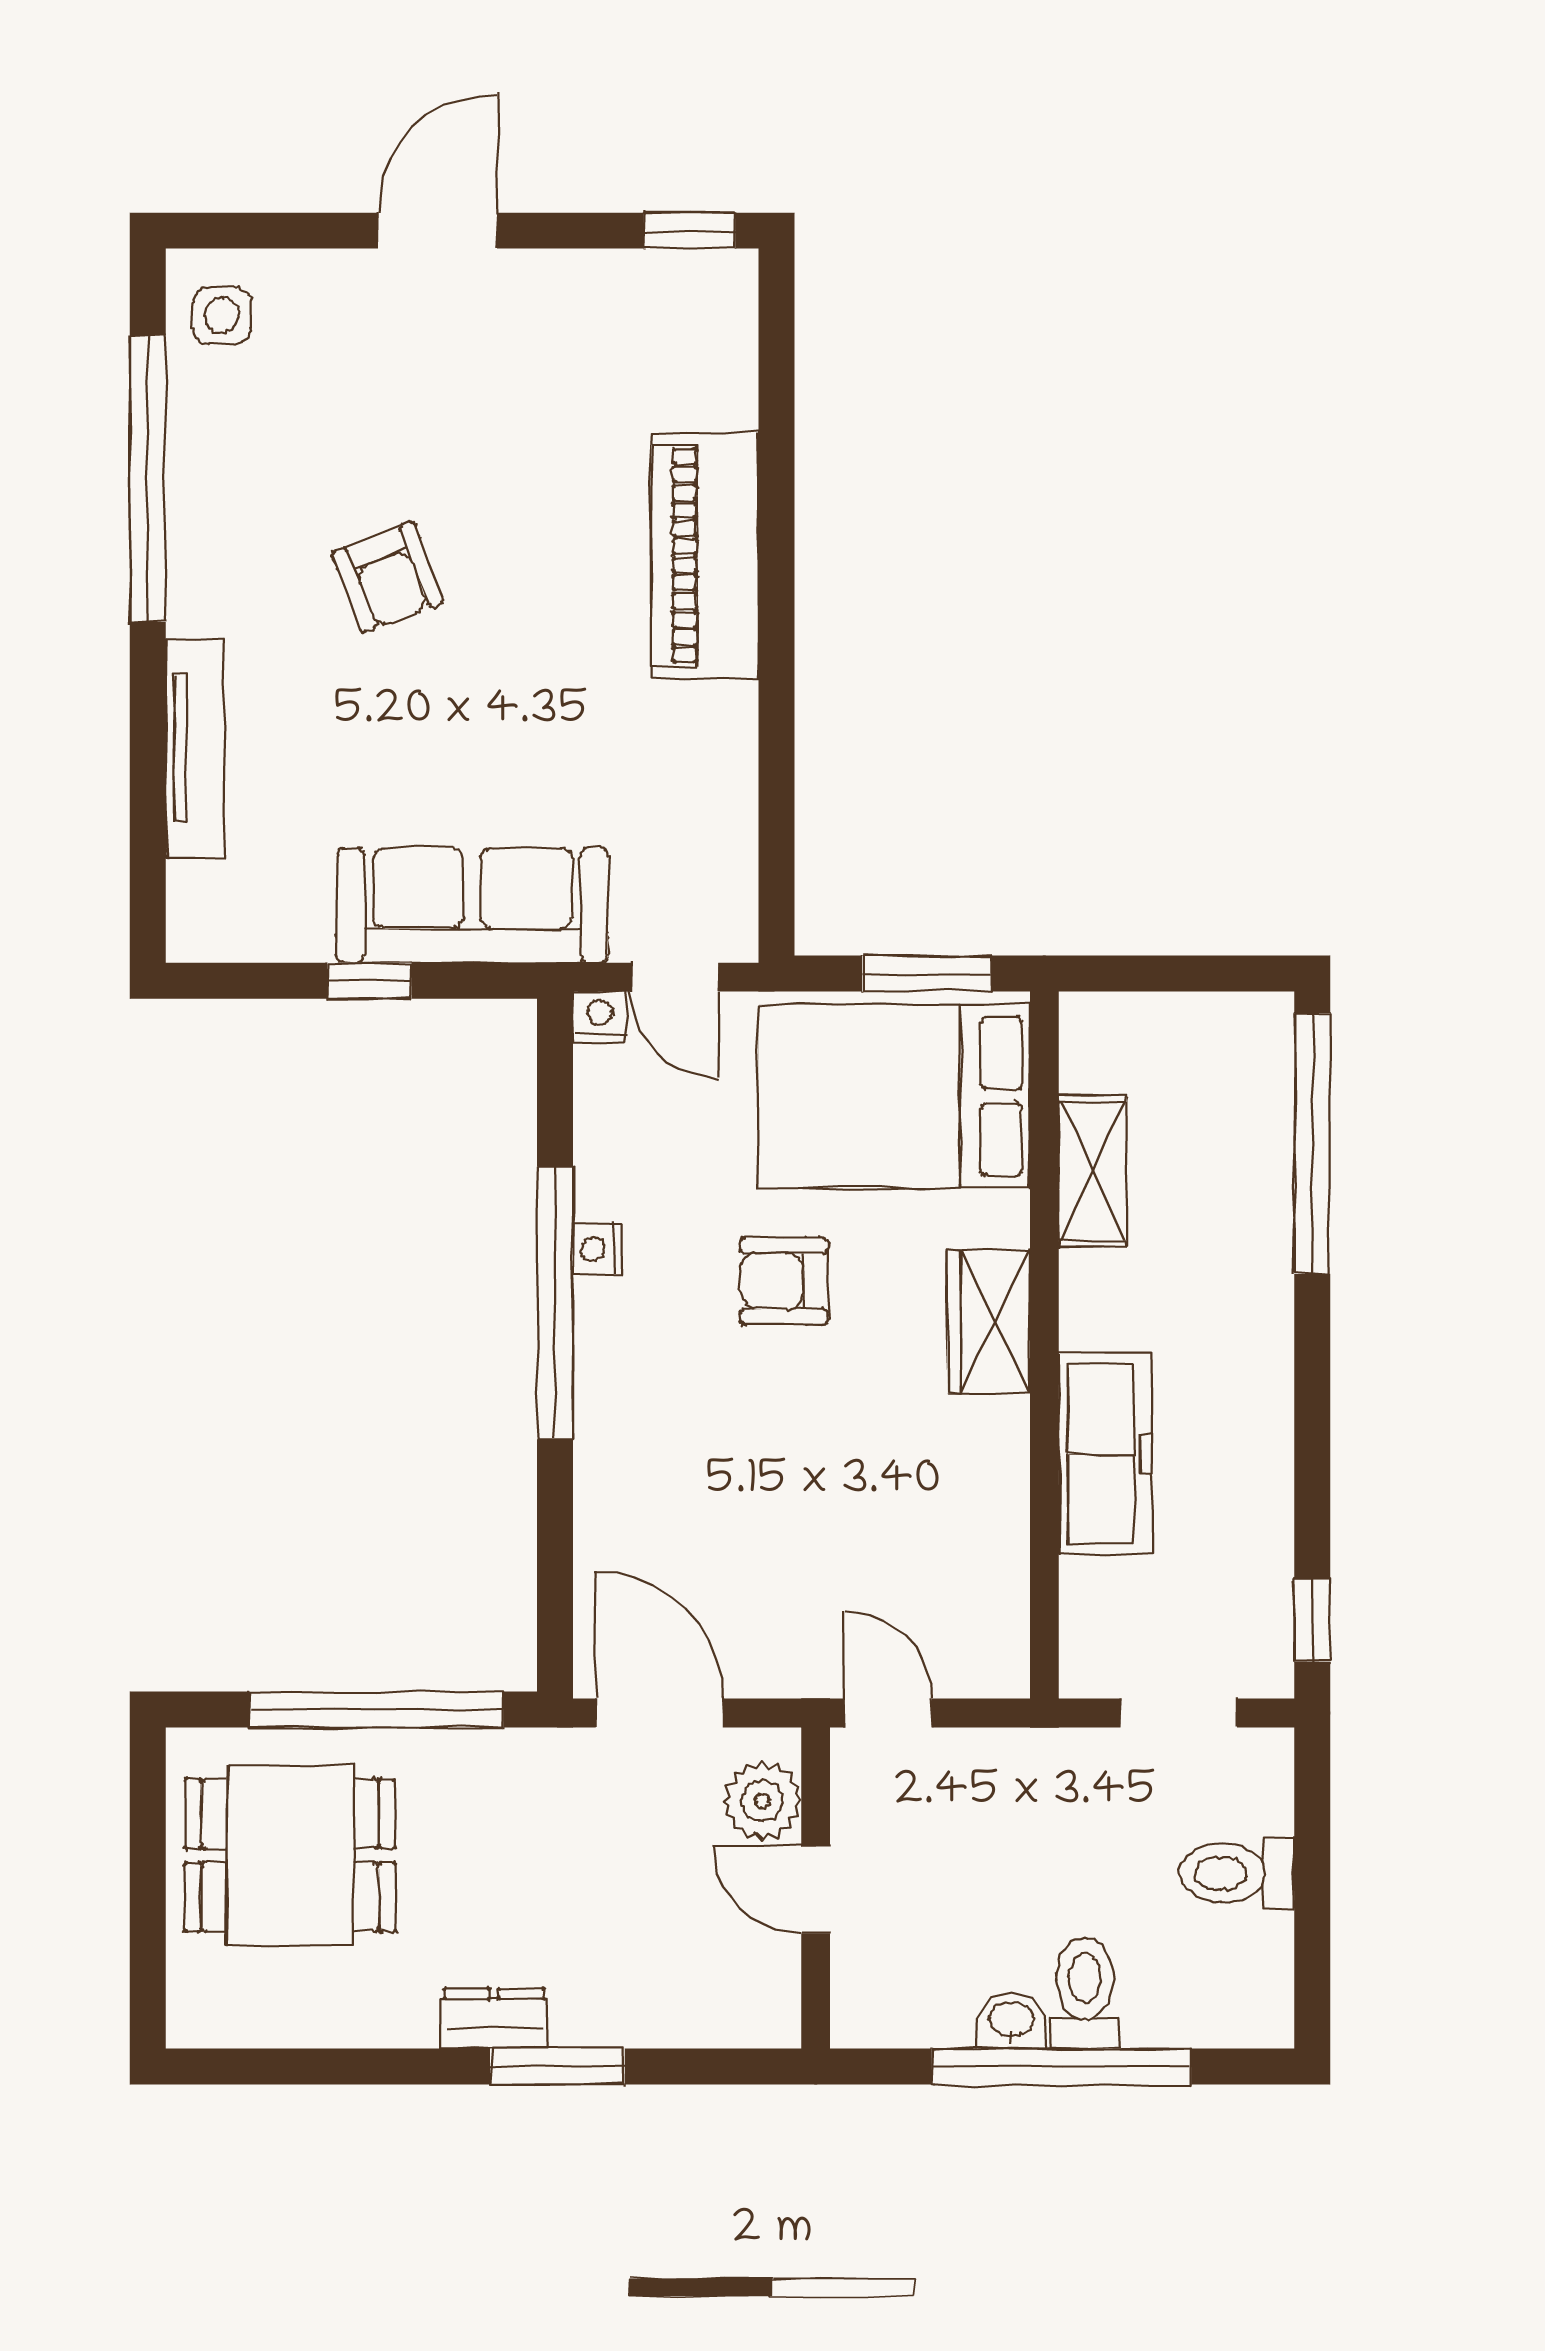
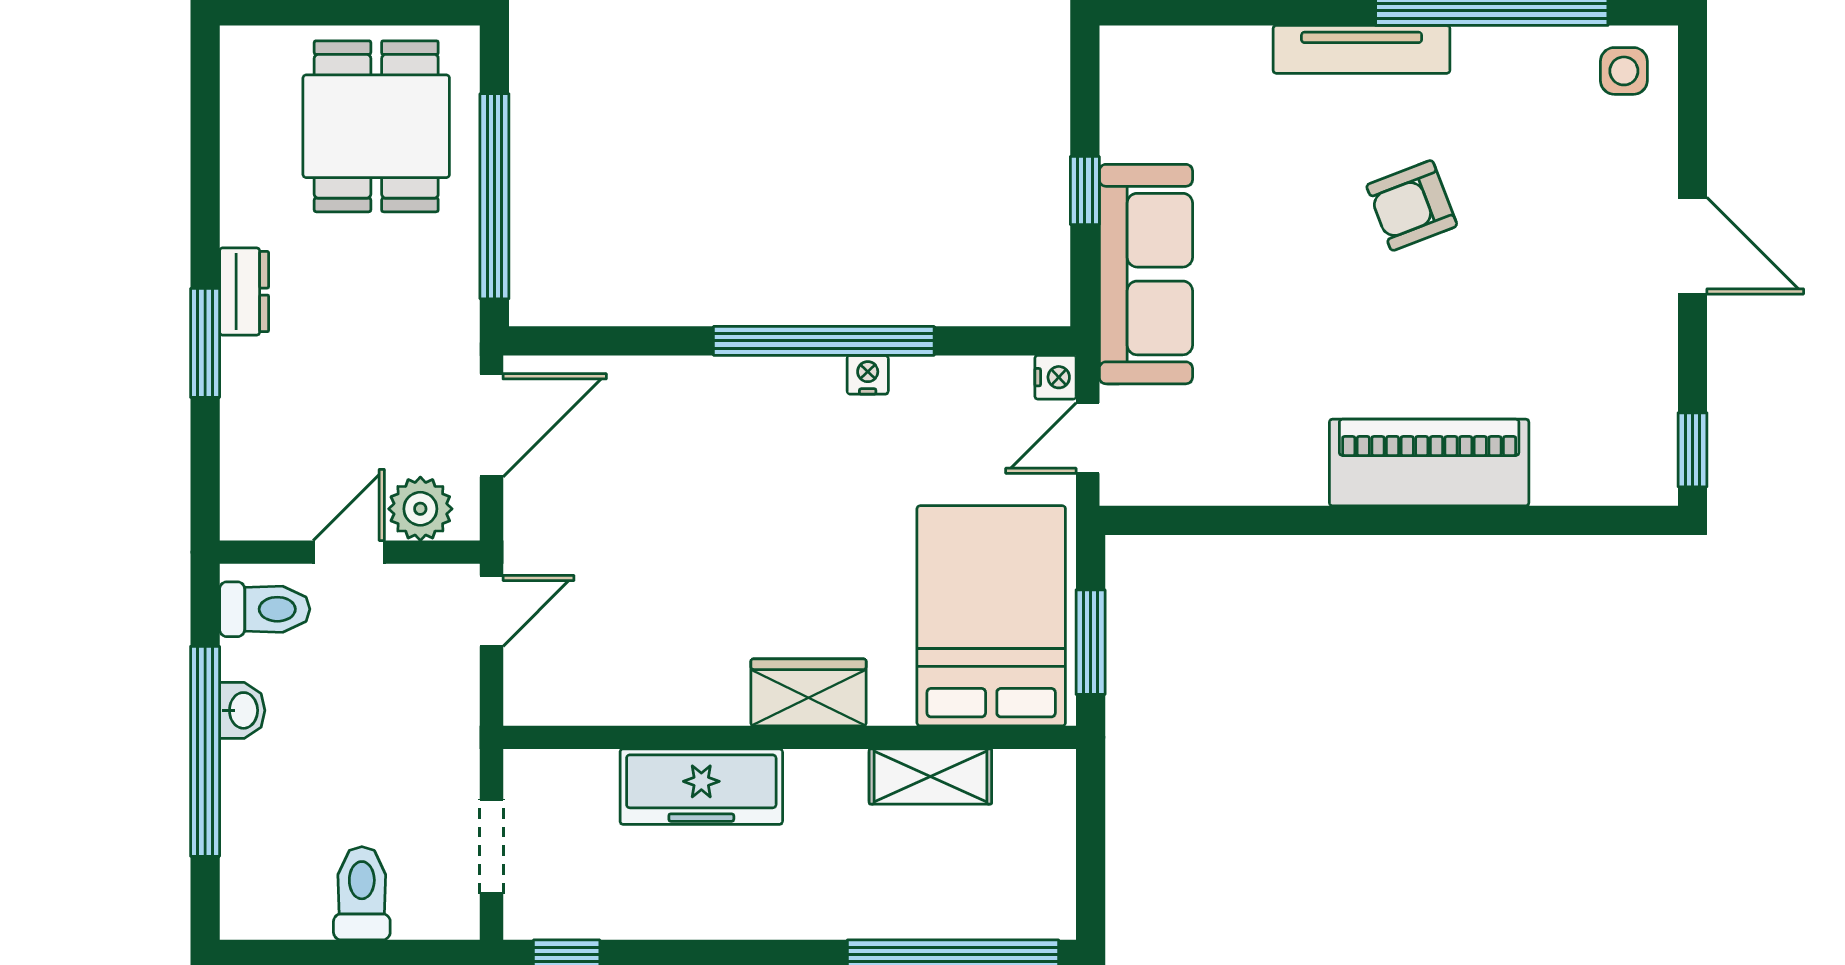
tv unit: (195, 749) -> (1362, 49), moved
armchair: (784, 1281) -> (841, 526), removed
toilet: (1085, 1993) -> (265, 609), moved

